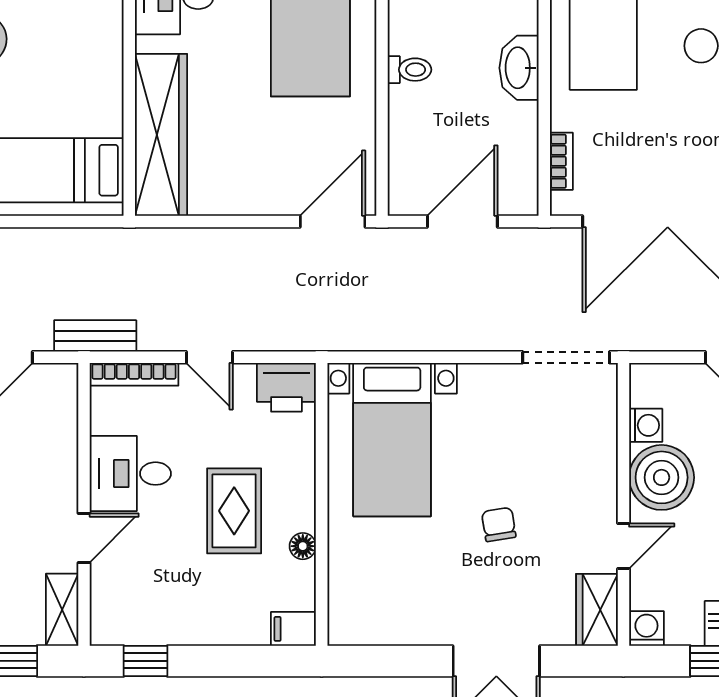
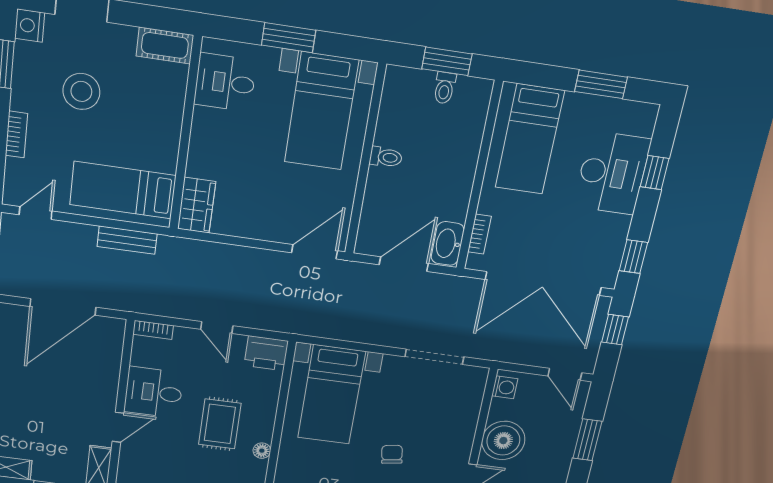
washbasin: (519, 68) -> (448, 243), moved
wardrobe: (161, 135) -> (197, 205), width x0.48, depth x0.85
bench: (95, 336) -> (127, 240), moved
doorway: (566, 357) -> (434, 357), moved
bookcase: (134, 374) -> (153, 330), width x0.64
washing machine: (646, 425) -> (505, 387), moved

